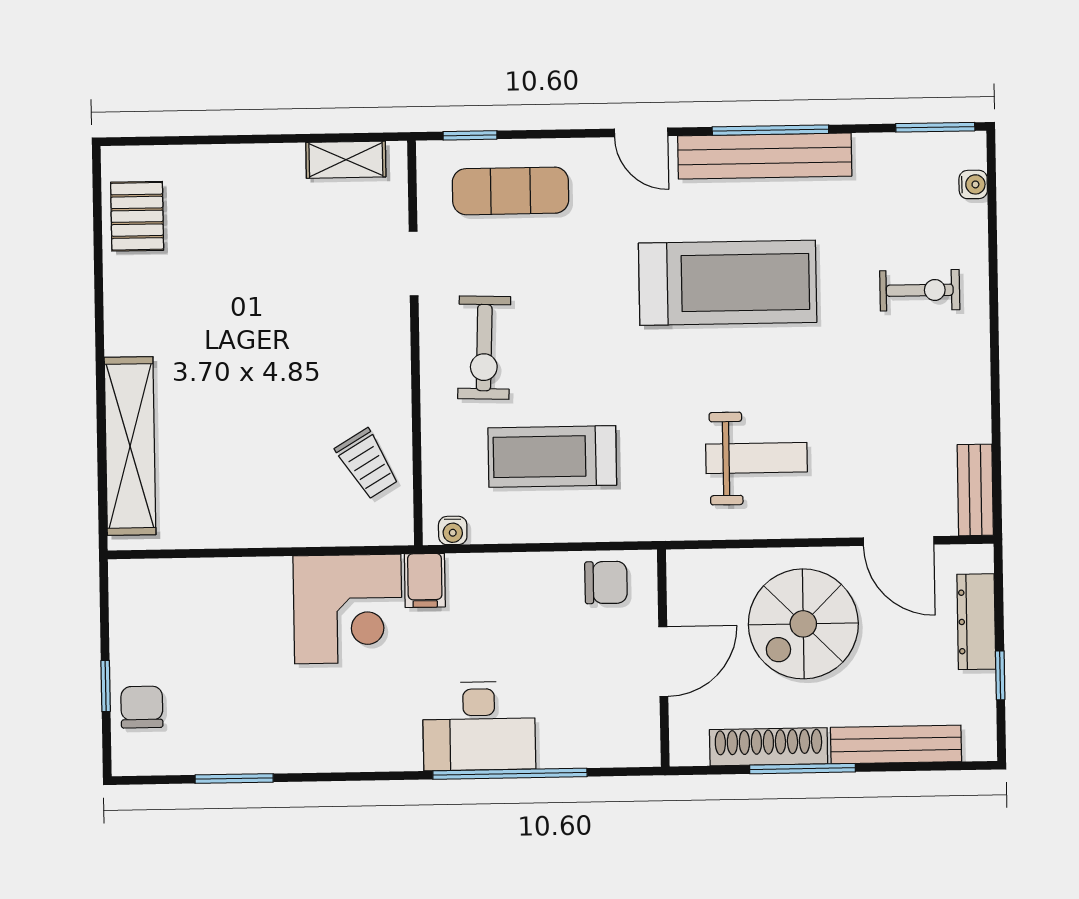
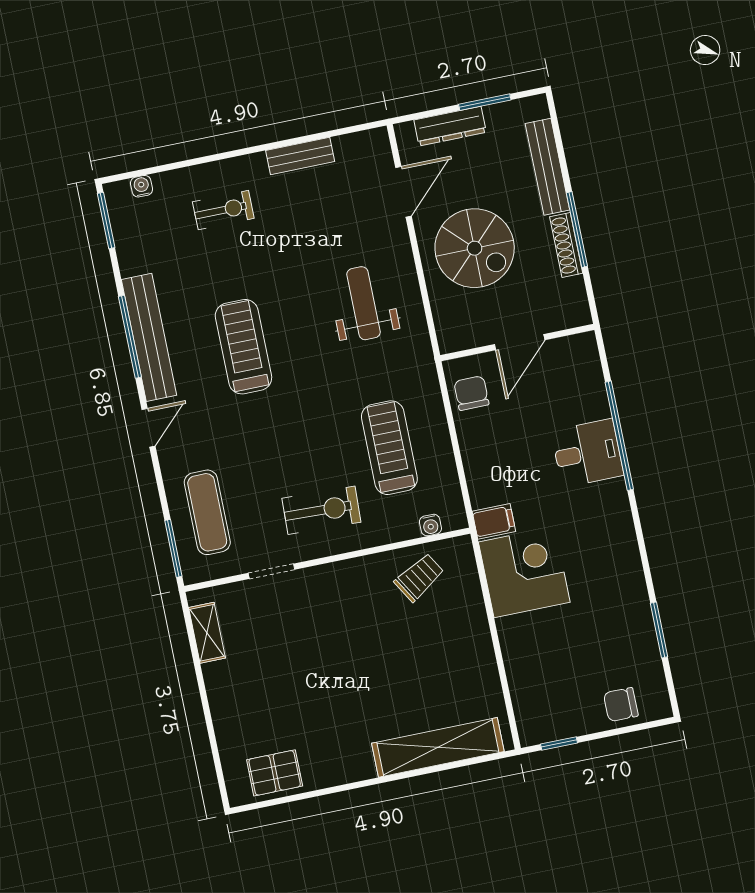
window: (470, 135) -> (173, 548), width x1.50
treadmill: (728, 283) -> (243, 347), width x0.73, depth x0.73
exercise bike: (920, 290) -> (223, 210), turned 90
treadmill: (552, 456) -> (389, 448), turned 180
bench: (975, 490) -> (300, 156), moved
water cooler: (453, 530) -> (430, 525), moved, turned 90
door: (663, 662) -> (520, 342), swing flipped
window: (1000, 675) -> (485, 102), width x1.50
window: (106, 686) -> (559, 744), moved
desk: (479, 726) -> (587, 453), width x0.73
shoe rack: (769, 747) -> (566, 245), width x0.74, depth x0.81

